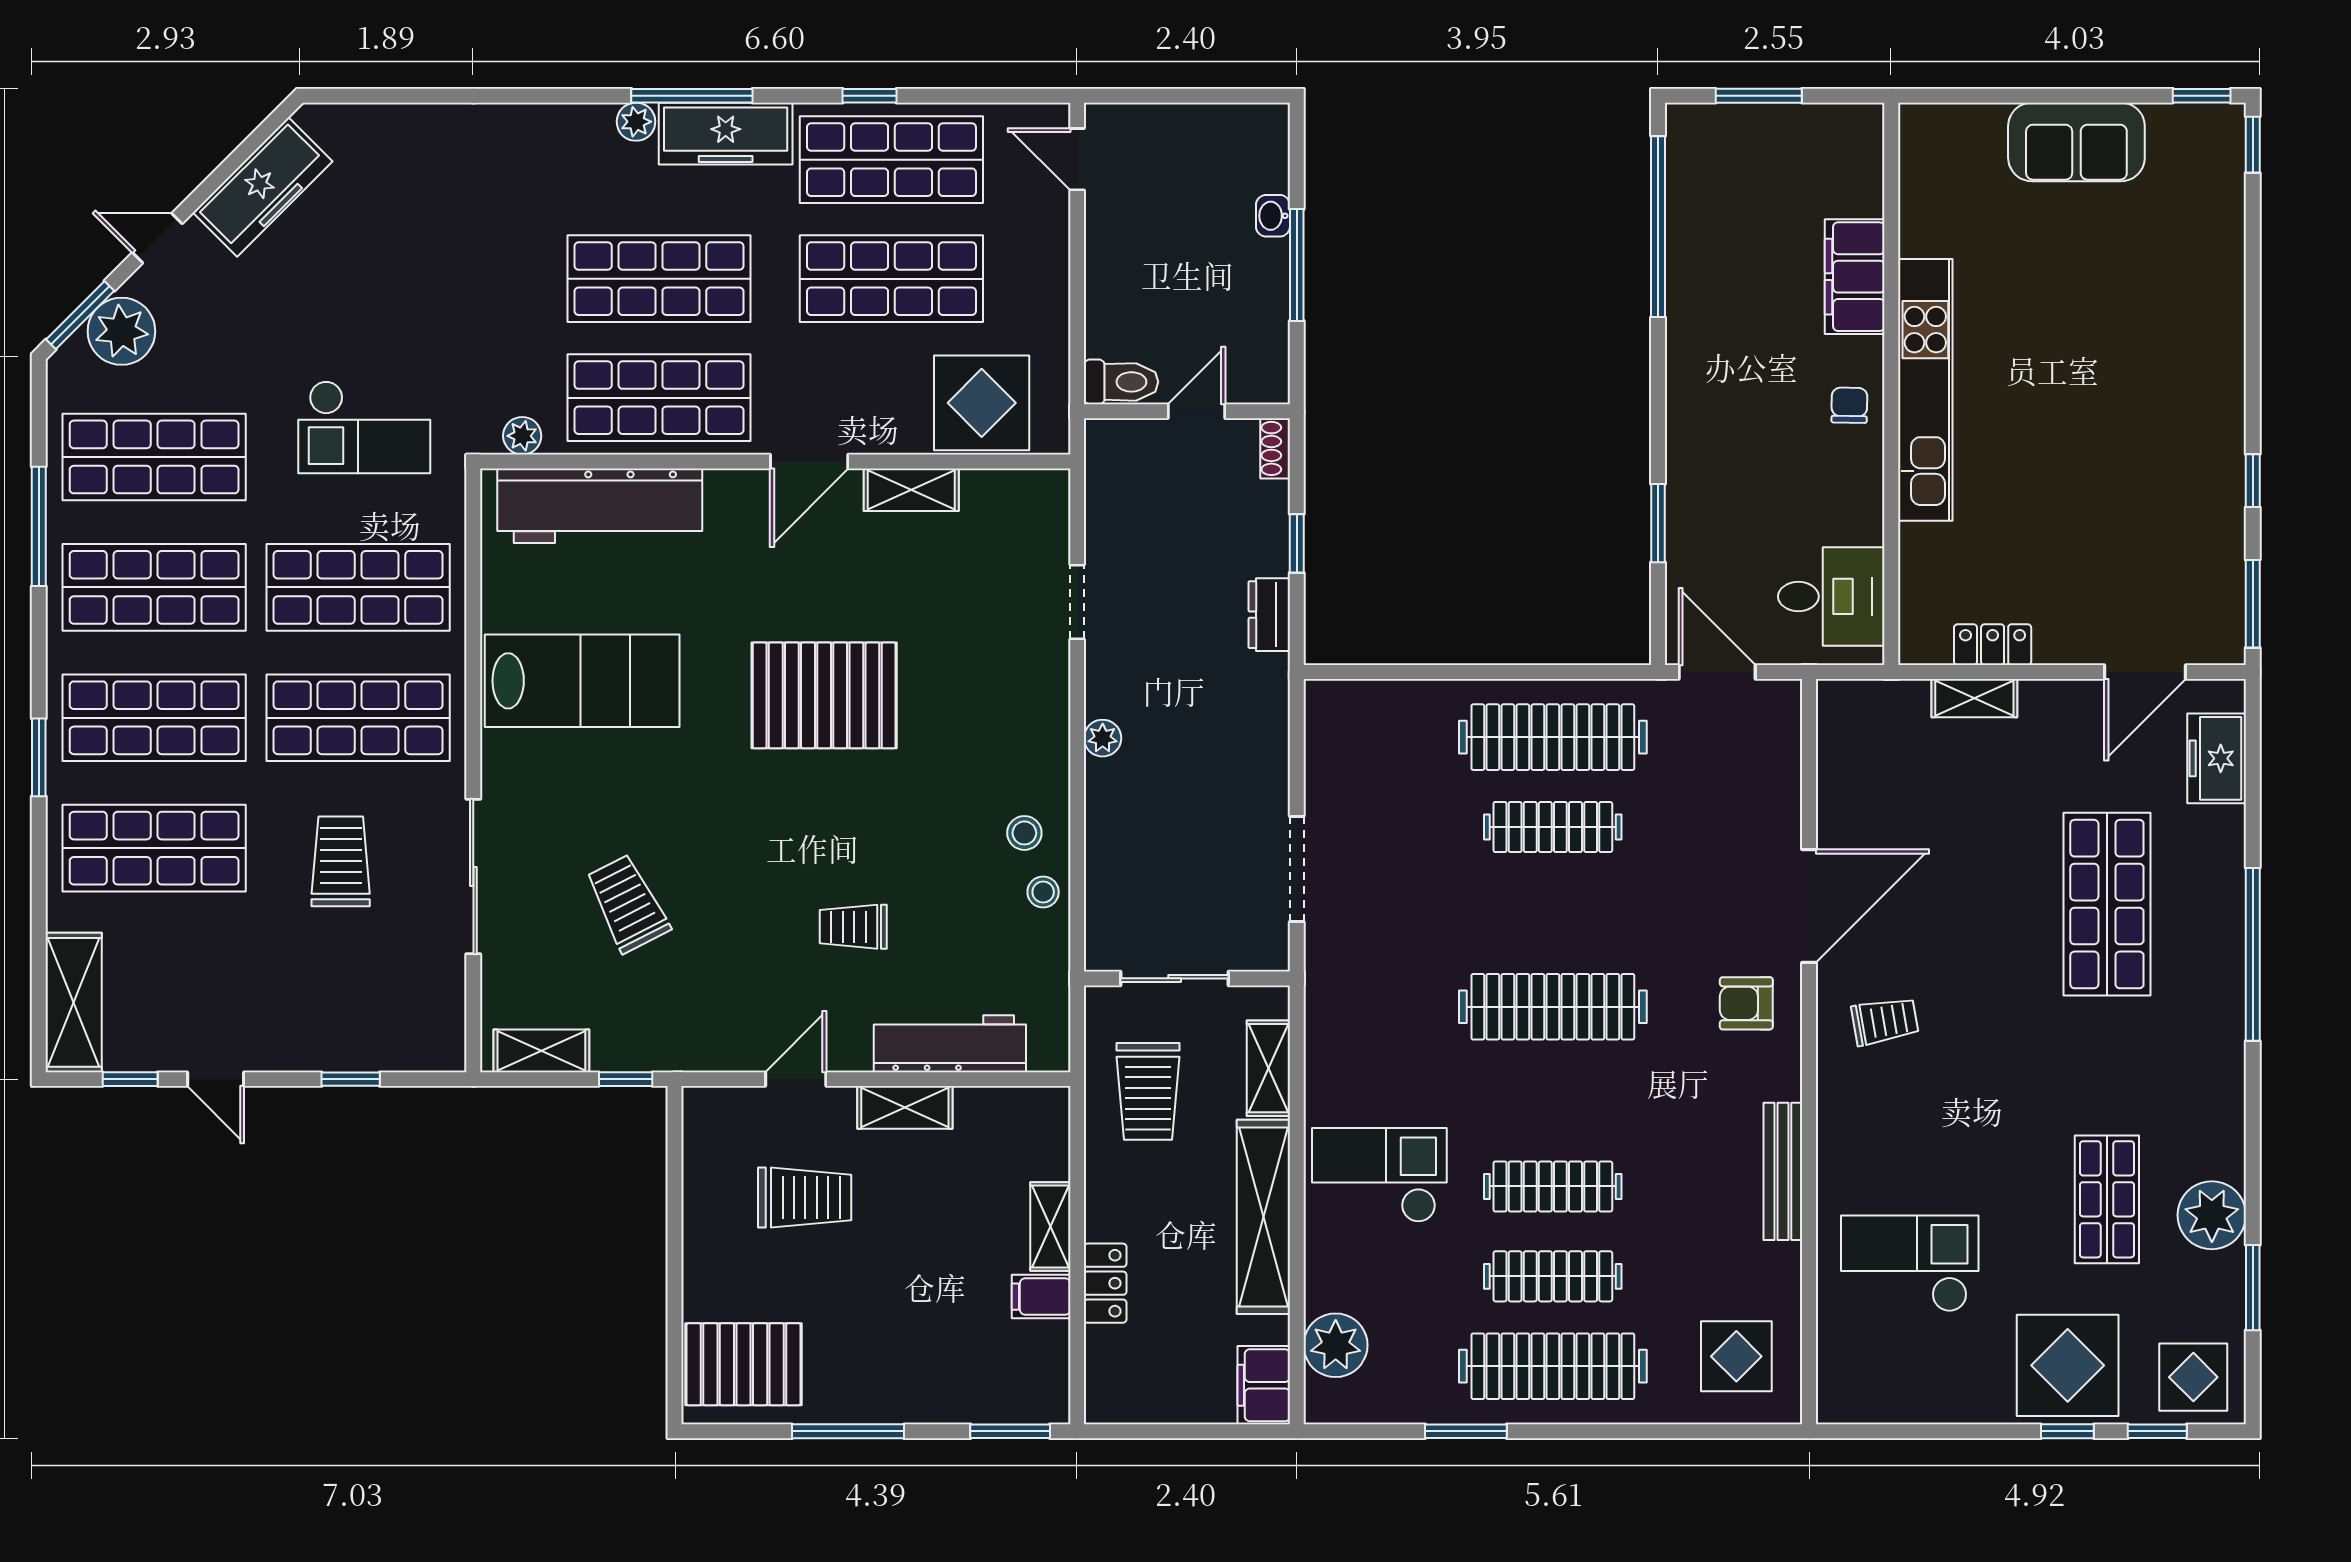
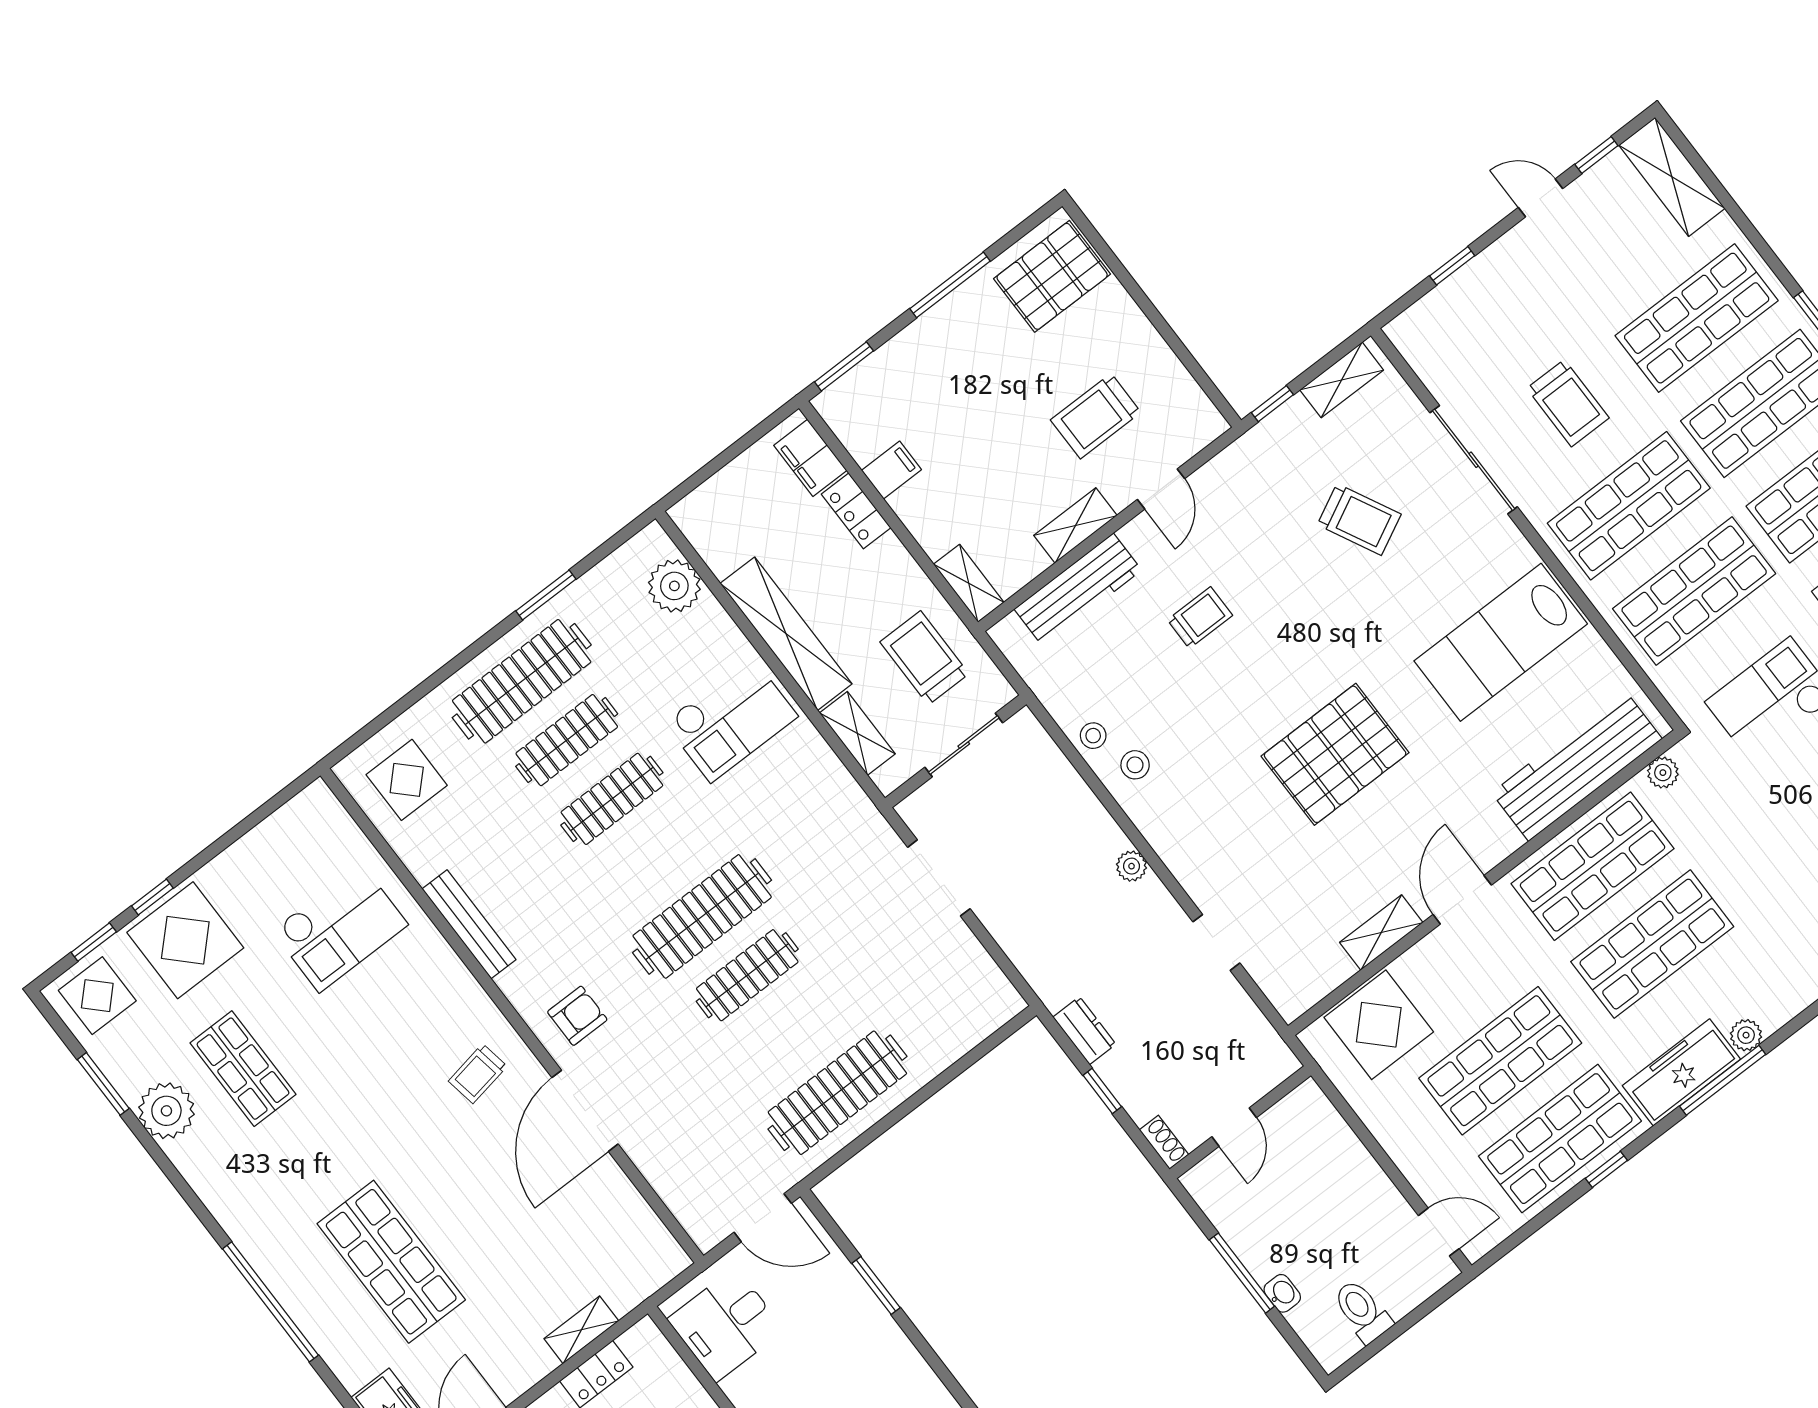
toilet: (1121, 382) -> (1362, 1311), moved, turned 90
clothes rail: (1553, 827) -> (747, 975), moved
shelving: (1050, 1226) -> (969, 583), moved
filing cabinet: (1264, 1385) -> (810, 458), moved, turned 180

